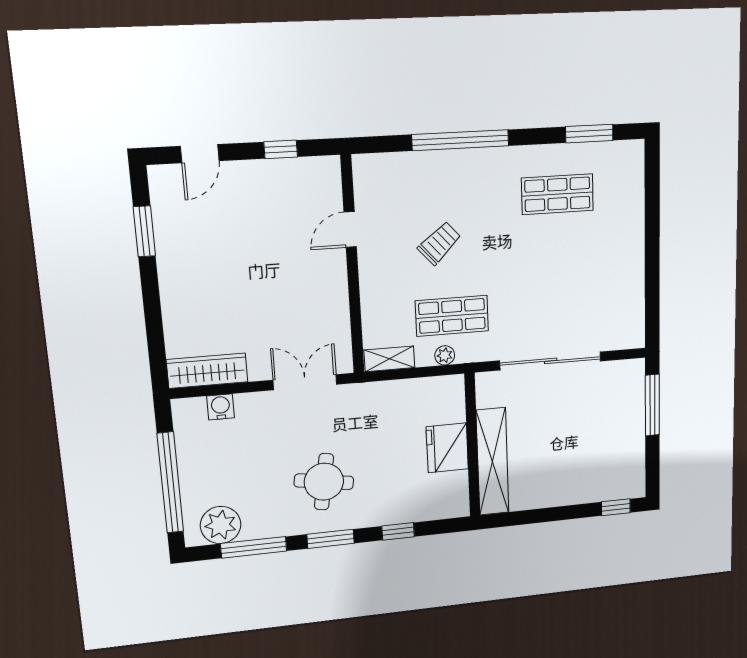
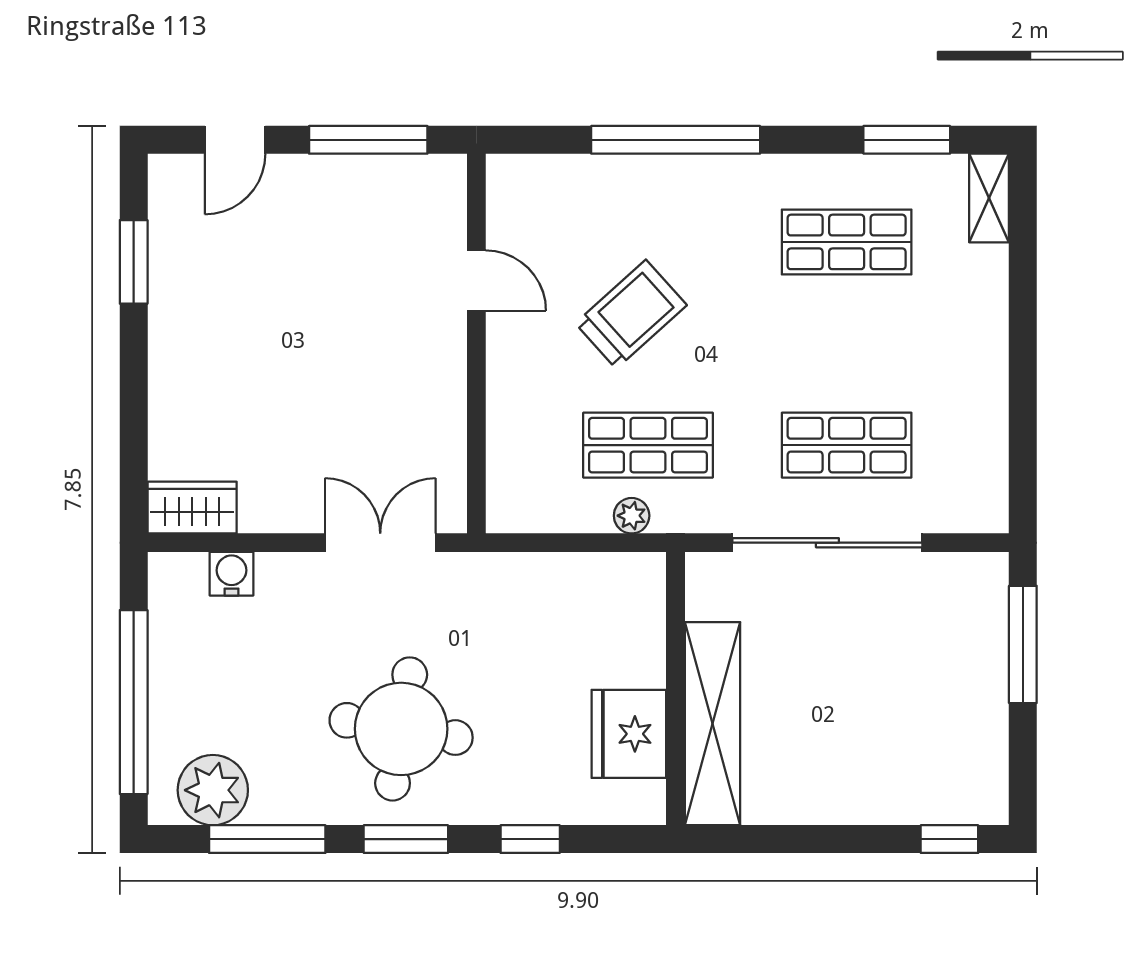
window: (281, 149) -> (368, 140), width x2.17
door: (350, 229) -> (476, 281), swing flipped
trolley: (439, 243) -> (631, 314), width x1.36, depth x1.39
shop shelf: (560, 307) -> (847, 445), added
shelving: (389, 359) -> (989, 198), moved, turned 90
wardrobe: (207, 371) -> (192, 508), width x0.67
fridge: (447, 448) -> (629, 734), moved
round table: (324, 482) -> (401, 729), width x1.36, depth x1.36

